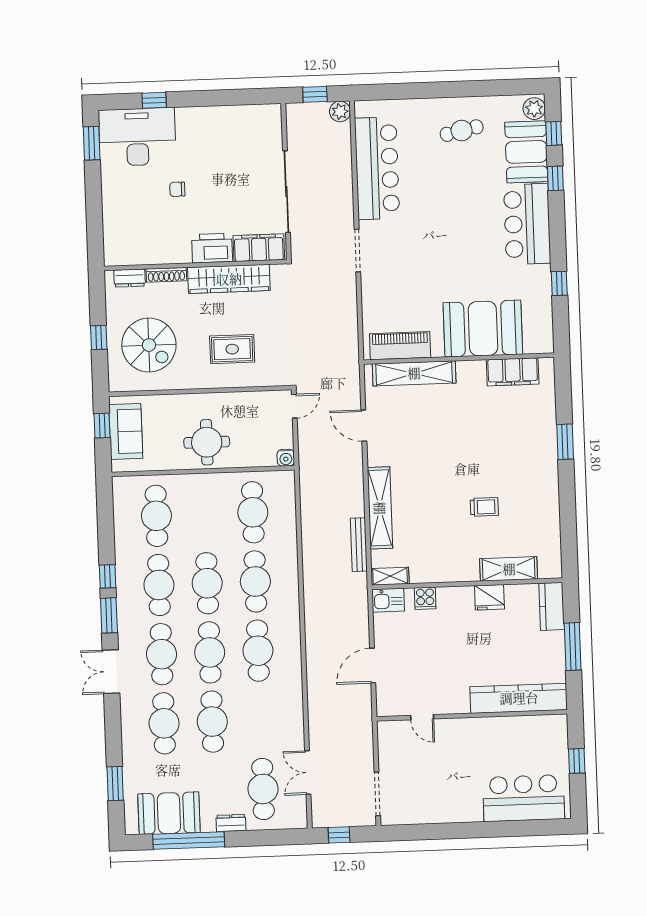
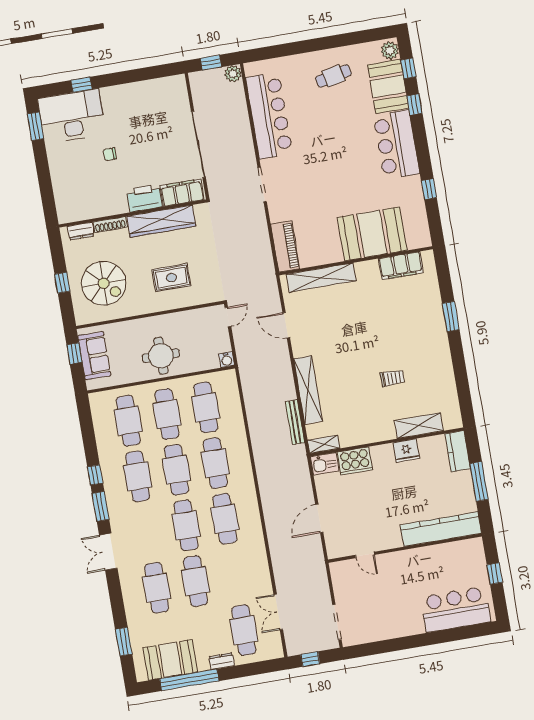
piano: (400, 346) -> (285, 246), moved, turned 90
cooker: (425, 598) -> (355, 461), width x1.87, depth x1.31
cafe table: (161, 654) -> (167, 414), moved

